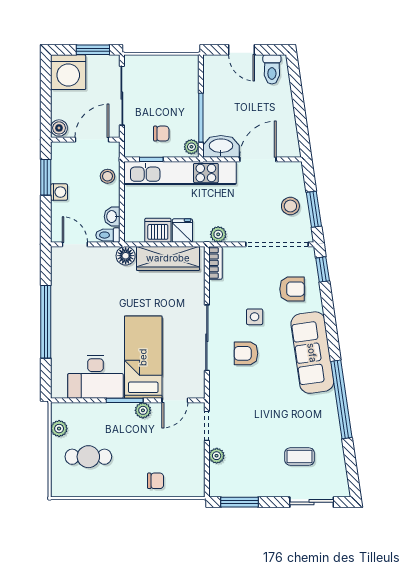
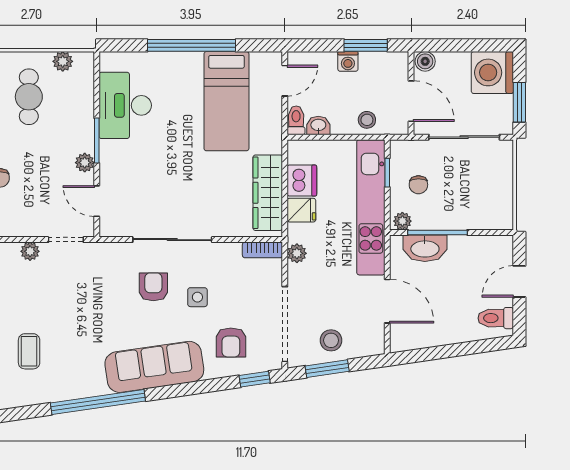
washbasin: (221, 146) -> (425, 248), moved, turned 90
floor lamp: (126, 256) -> (271, 142), removed
bed: (143, 357) -> (226, 101), moved, turned 90

